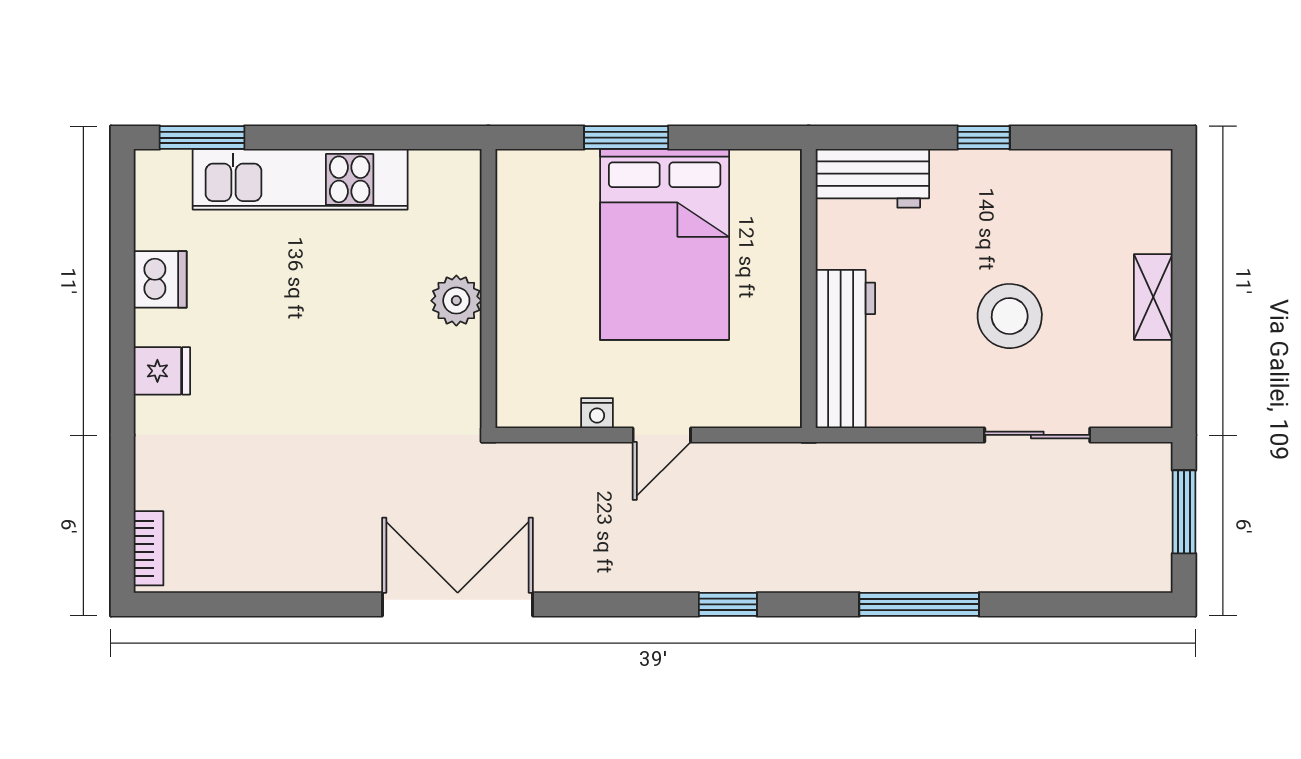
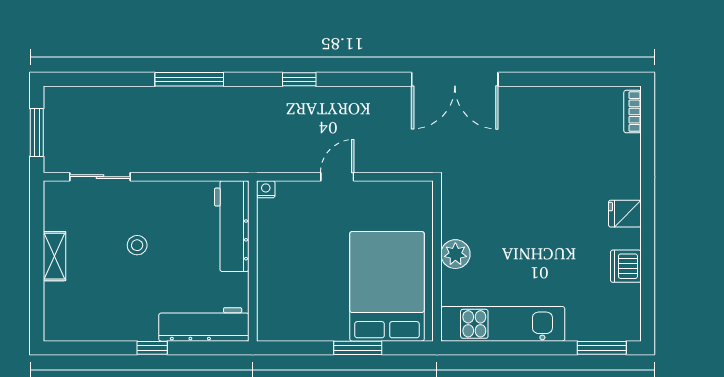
workbench: (872, 178) -> (204, 324), width x1.38
kitchen unit: (300, 179) -> (503, 324), moved
bed: (665, 244) -> (387, 286), moved
stool: (1010, 316) -> (137, 245), width x0.53, depth x0.53
nightstand: (597, 413) -> (266, 189), moved
sliding door: (1037, 435) -> (100, 177), moved

